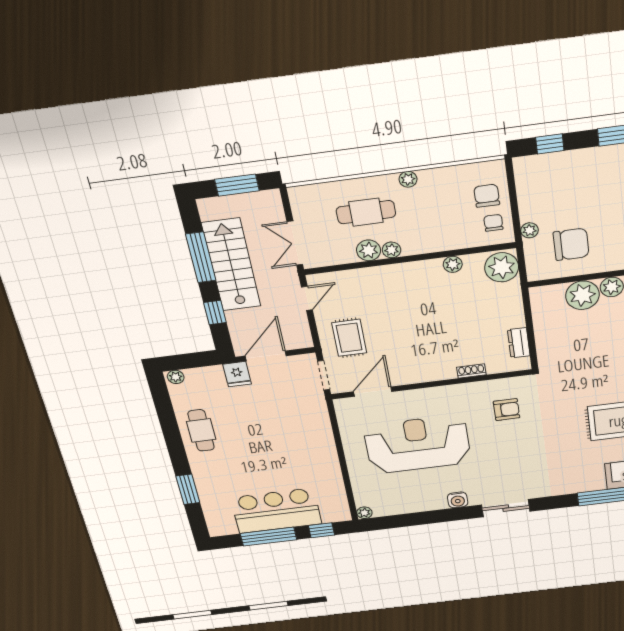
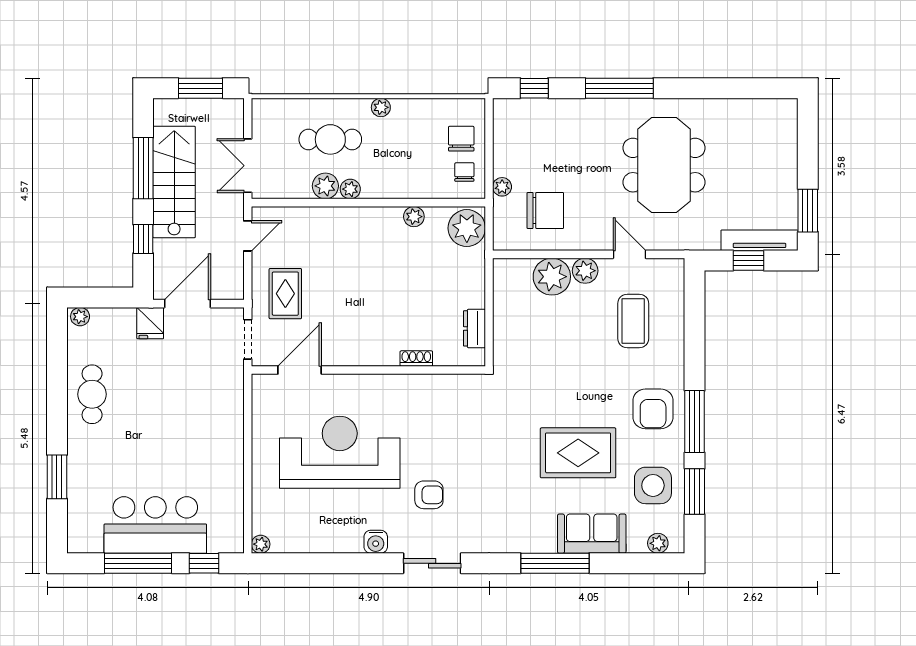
armchair: (507, 410) -> (429, 495), moved

